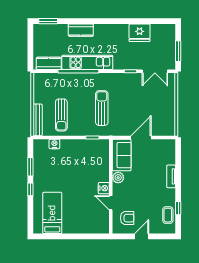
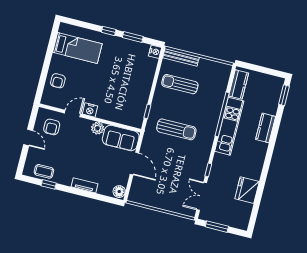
nightstand: (54, 144) -> (155, 52), moved
floor lamp: (169, 145) -> (119, 192), added
armchair: (85, 223) -> (58, 81), added

